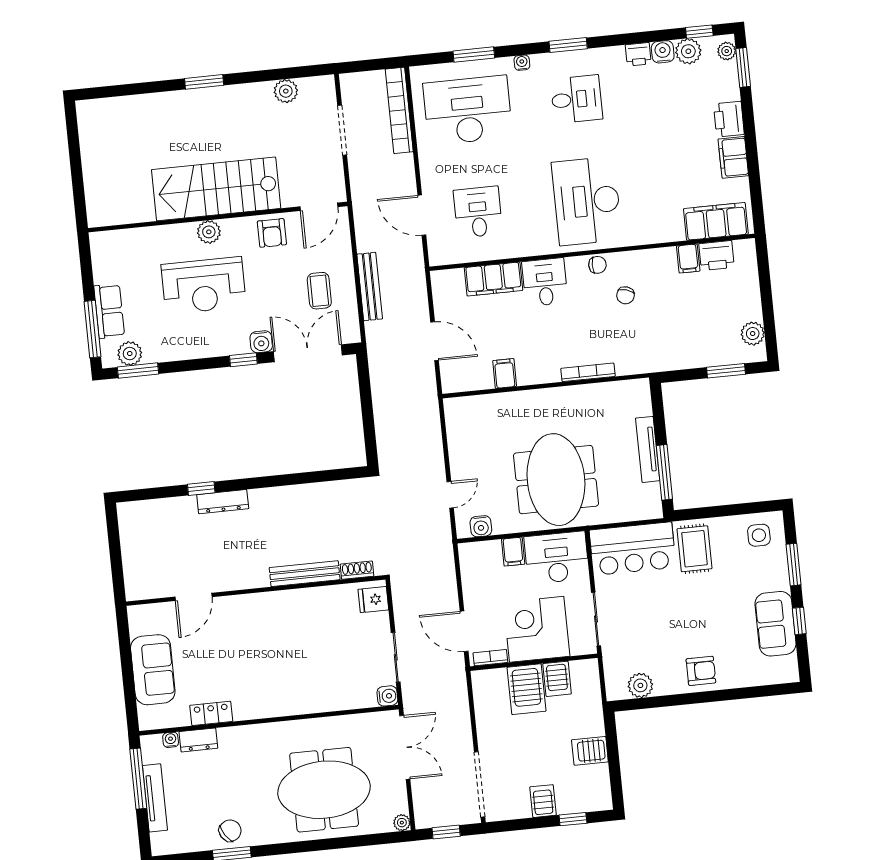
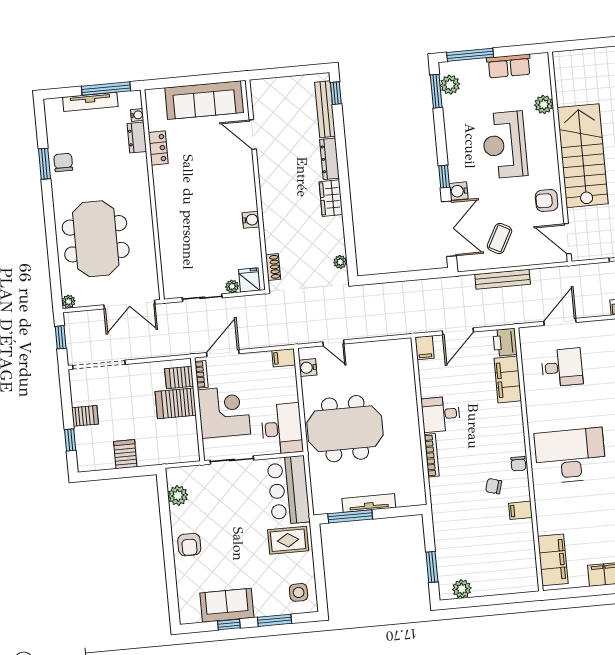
plant: (209, 232) -> (544, 104), moved
printer: (717, 256) -> (505, 342), moved
filing cabinet: (688, 259) -> (520, 510), moved
desk: (545, 282) -> (441, 414), moved, turned 180
coffee table: (319, 291) -> (500, 238), turned -62
row of seats: (109, 311) -> (509, 66), moved
filing cabinet: (505, 373) -> (425, 348), moved, turned 90
plant: (350, 487) -> (340, 262), added
window: (201, 488) -> (336, 93), moved
wardrobe: (271, 500) -> (331, 198), added
filing cabinet: (513, 552) -> (284, 358), moved
bench: (305, 574) -> (325, 109), moved
plant: (381, 621) -> (232, 286), added
sofa: (153, 670) -> (204, 100), width x1.36
server rack: (557, 679) -> (179, 377), moved
water cooler: (387, 696) -> (251, 220), moved, turned -90
chair: (230, 831) -> (63, 162), turned -147

